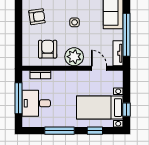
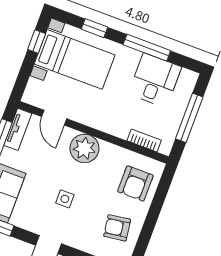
armchair: (48, 49) -> (135, 183), moved
desk: (36, 103) -> (155, 80), moved, turned -90

